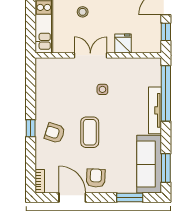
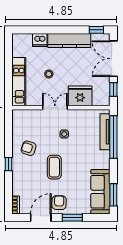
fridge: (123, 43) -> (80, 96), width x1.88, depth x1.34
tv unit: (155, 110) -> (105, 132), moved
armchair: (55, 133) -> (29, 148), moved
door: (72, 197) -> (41, 218), hinge flipped
window: (130, 197) -> (72, 218), moved

